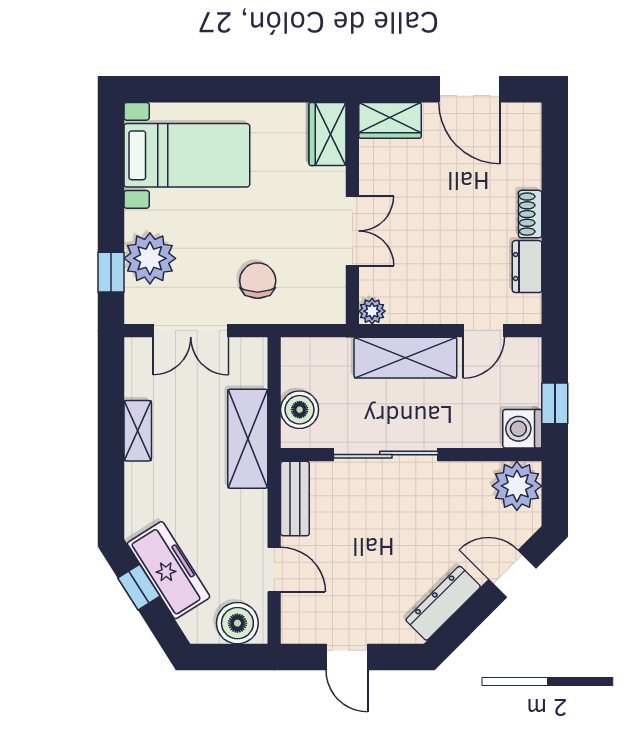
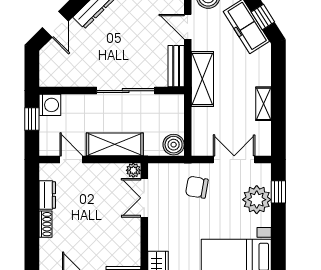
double door: (352, 231) -> (144, 198), moved
chair: (258, 281) -> (197, 187), turned 100
door: (484, 331) -> (71, 159), hinge flipped
boiler: (300, 410) -> (174, 145), moved
shelving: (248, 439) -> (202, 79), moved
plant: (517, 486) -> (53, 73), removed
door: (512, 574) -> (55, 24), hinge flipped

